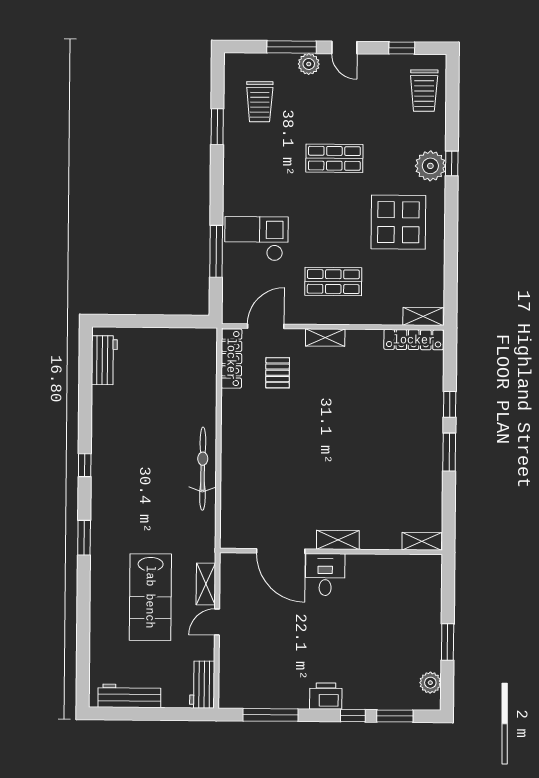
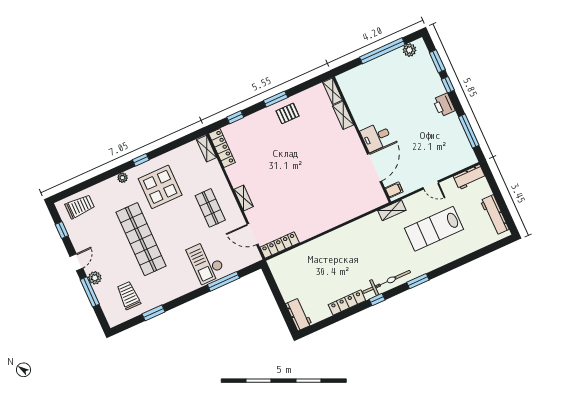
trolley: (260, 102) -> (129, 296), turned -90
shop shelf: (334, 158) -> (141, 239), width x2.00, depth x1.36
window: (452, 163) -> (141, 160), moved
plant: (430, 166) -> (123, 178), width x0.53, depth x0.53
workbench: (104, 360) -> (299, 314), moved, turned 90
pallet: (278, 373) -> (288, 113), moved
window: (450, 404) -> (235, 117), moved
locker: (101, 419) -> (347, 303), added
bicycle: (203, 469) -> (387, 282), moved, turned 180
shelving: (338, 540) -> (343, 115), moved
filing cabinet: (235, 565) -> (394, 190), added
shelving: (206, 584) -> (392, 210), moved
lab bench: (150, 597) -> (434, 229), turned 180
window: (448, 642) -> (382, 51), width x2.11

